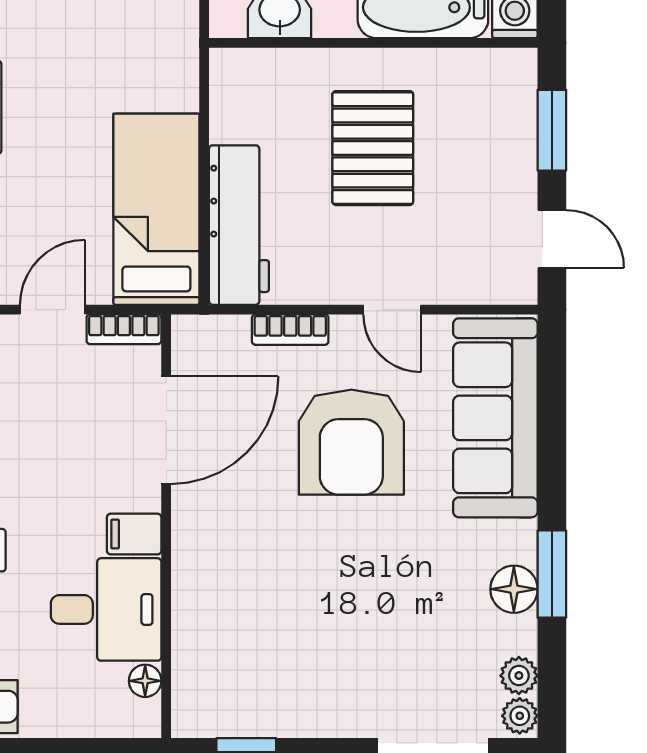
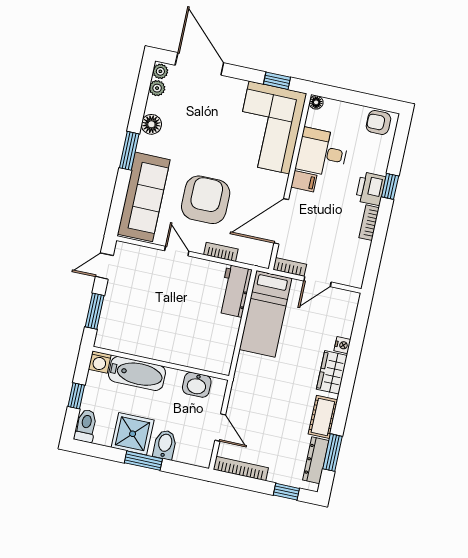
pallet: (373, 148) -> (170, 320), removed
workbench: (239, 225) -> (235, 291), width x0.73
door: (552, 239) -> (104, 266), hinge flipped
window: (552, 574) -> (129, 151), moved
corner sofa: (240, 641) -> (269, 127), added
floor lamp: (145, 681) -> (316, 102), moved

